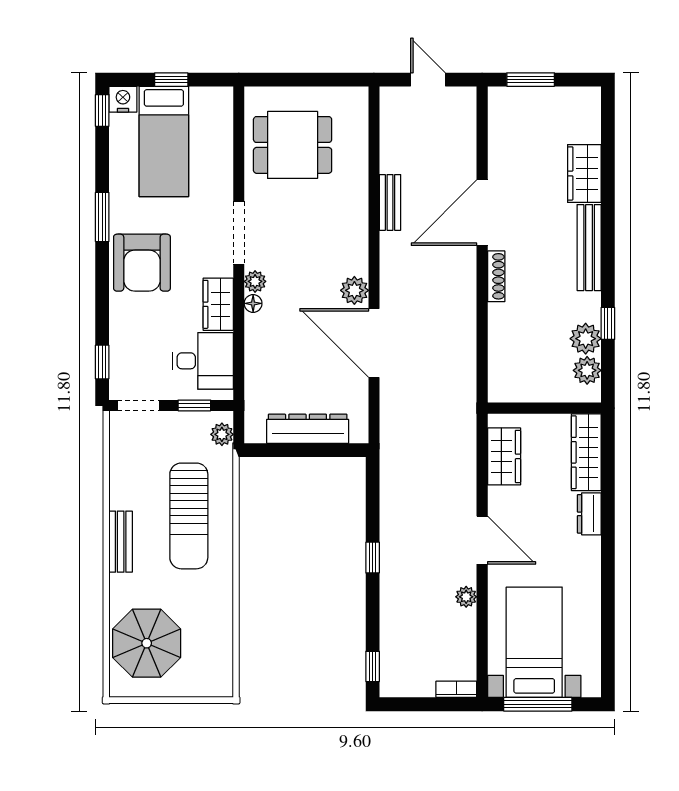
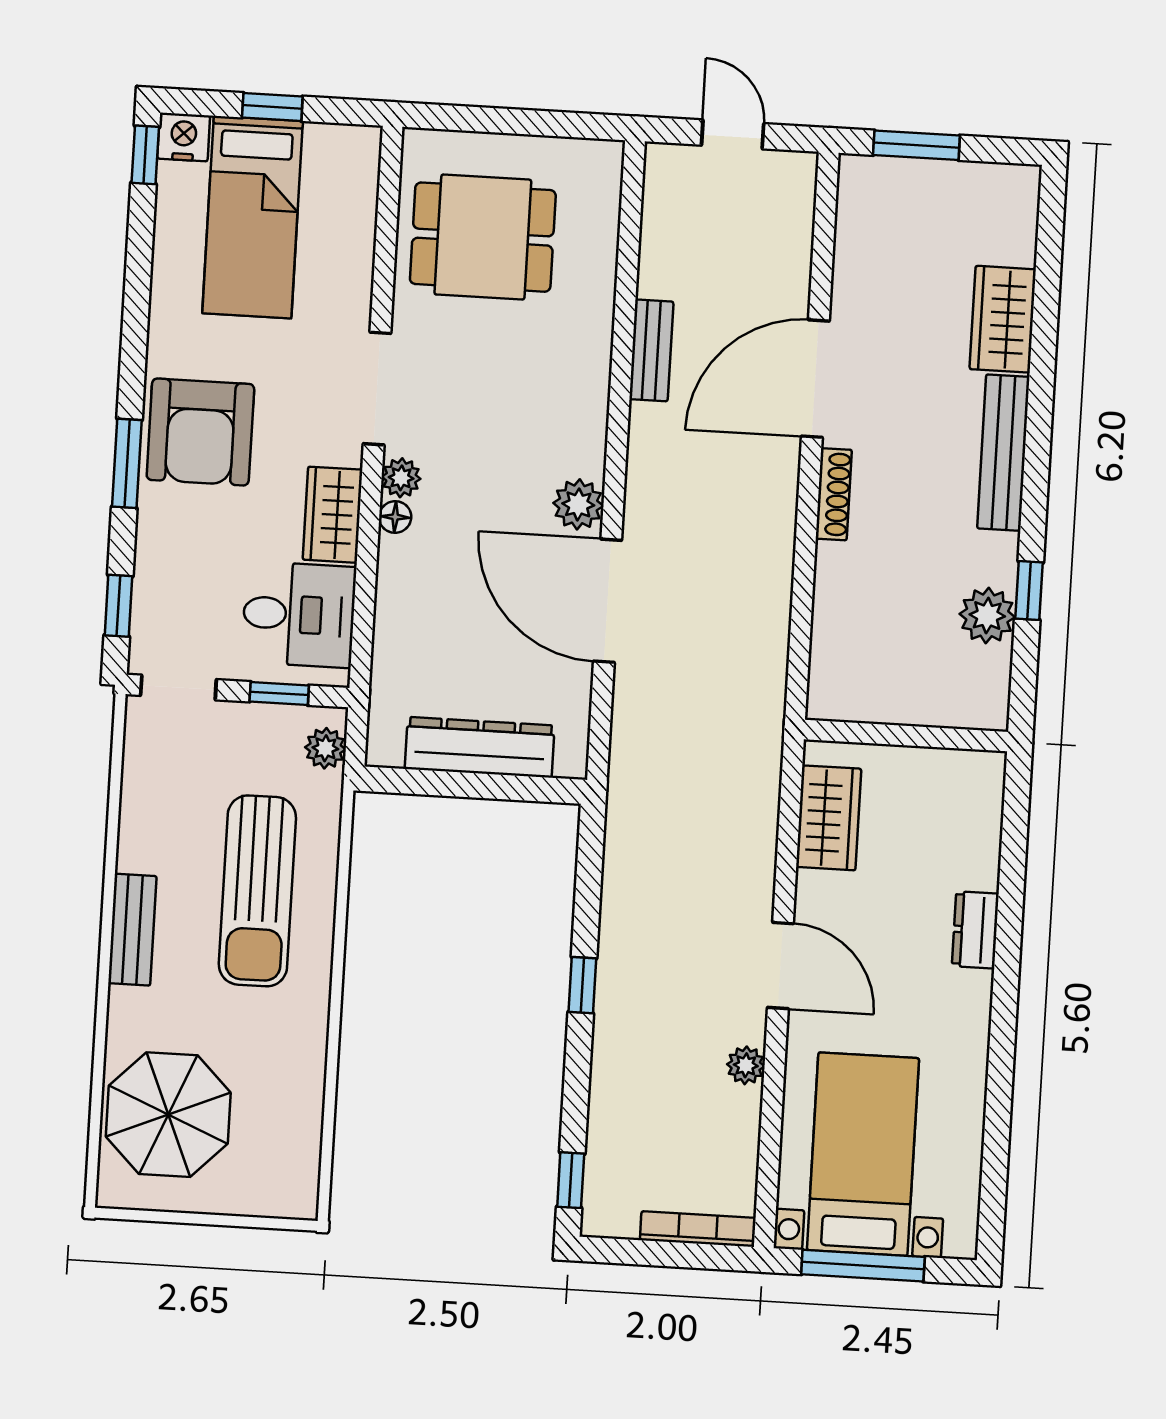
window: (102, 217) -> (127, 463), moved
plant: (587, 370) -> (987, 672), removed
wardrobe: (586, 452) -> (976, 819), removed
bookcase: (456, 689) -> (698, 1229), width x1.56

